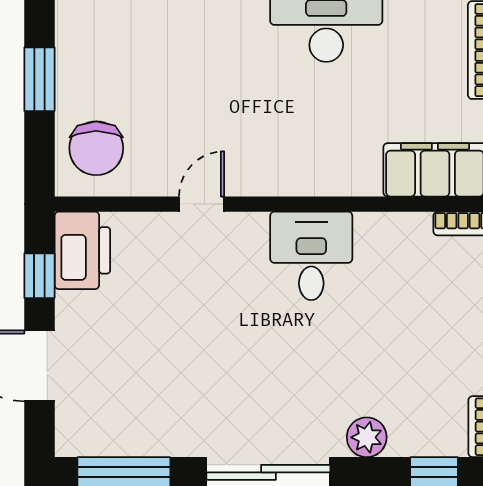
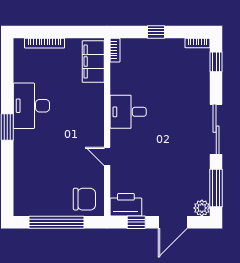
window: (39, 79) -> (56, 222), width x2.11
plant: (367, 437) -> (202, 208), moved

